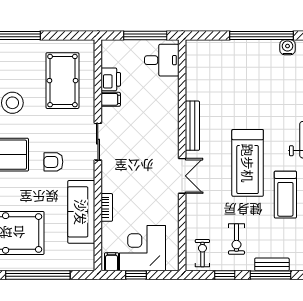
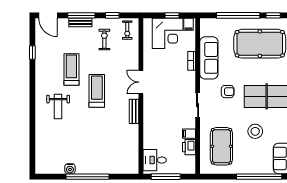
bench: (192, 126) -> (134, 111), width x0.73
treadmill: (248, 163) -> (97, 91), width x0.73, depth x0.73

